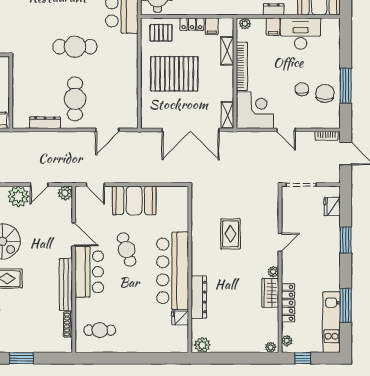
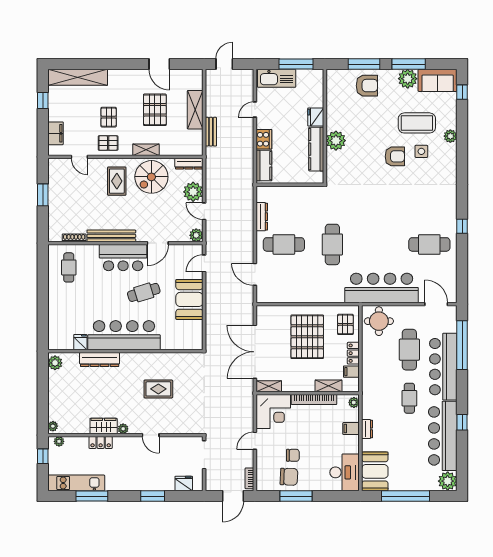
desk: (301, 34) -> (345, 472), moved
locker: (288, 303) -> (101, 442), width x0.66

